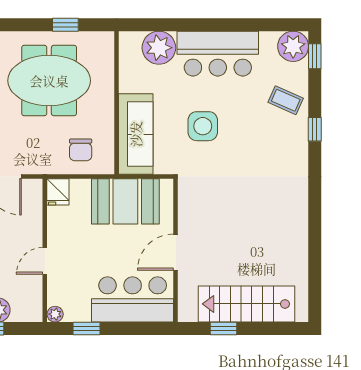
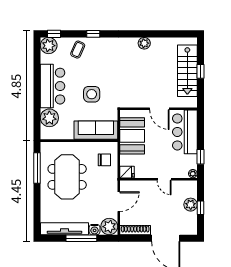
window: (65, 25) -> (37, 168), width x2.17
plant: (297, 224) -> (144, 43), added
window: (223, 328) -> (201, 71), moved

